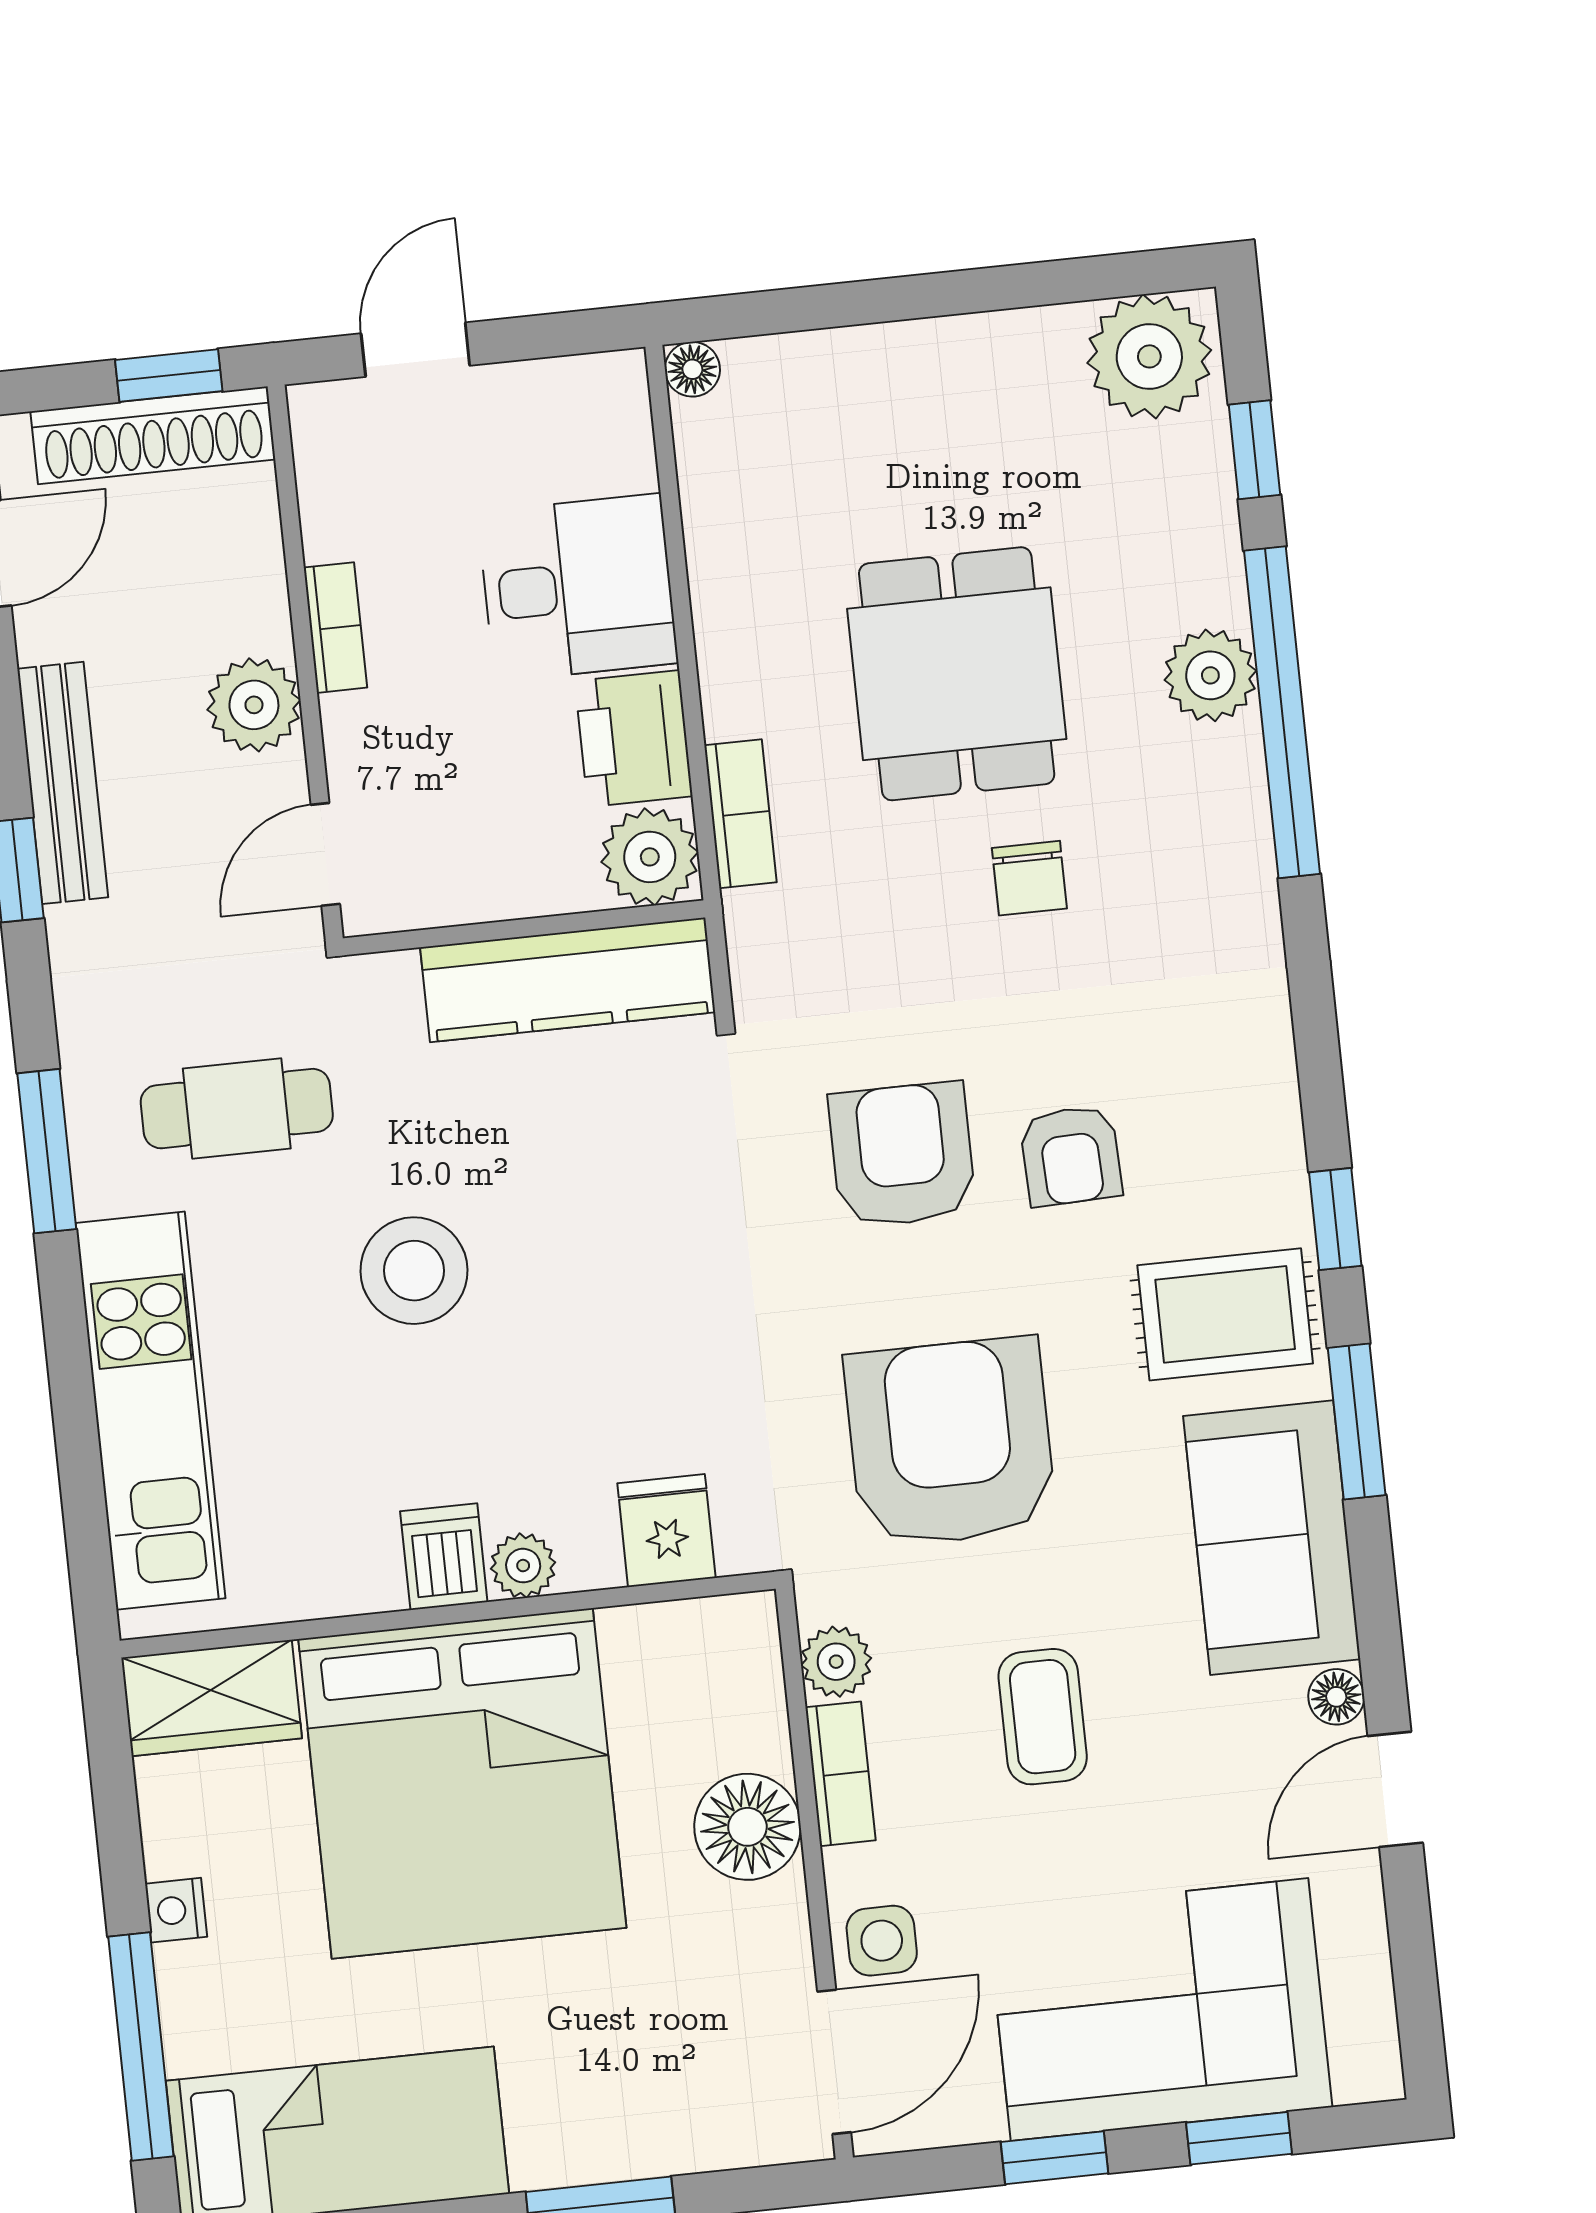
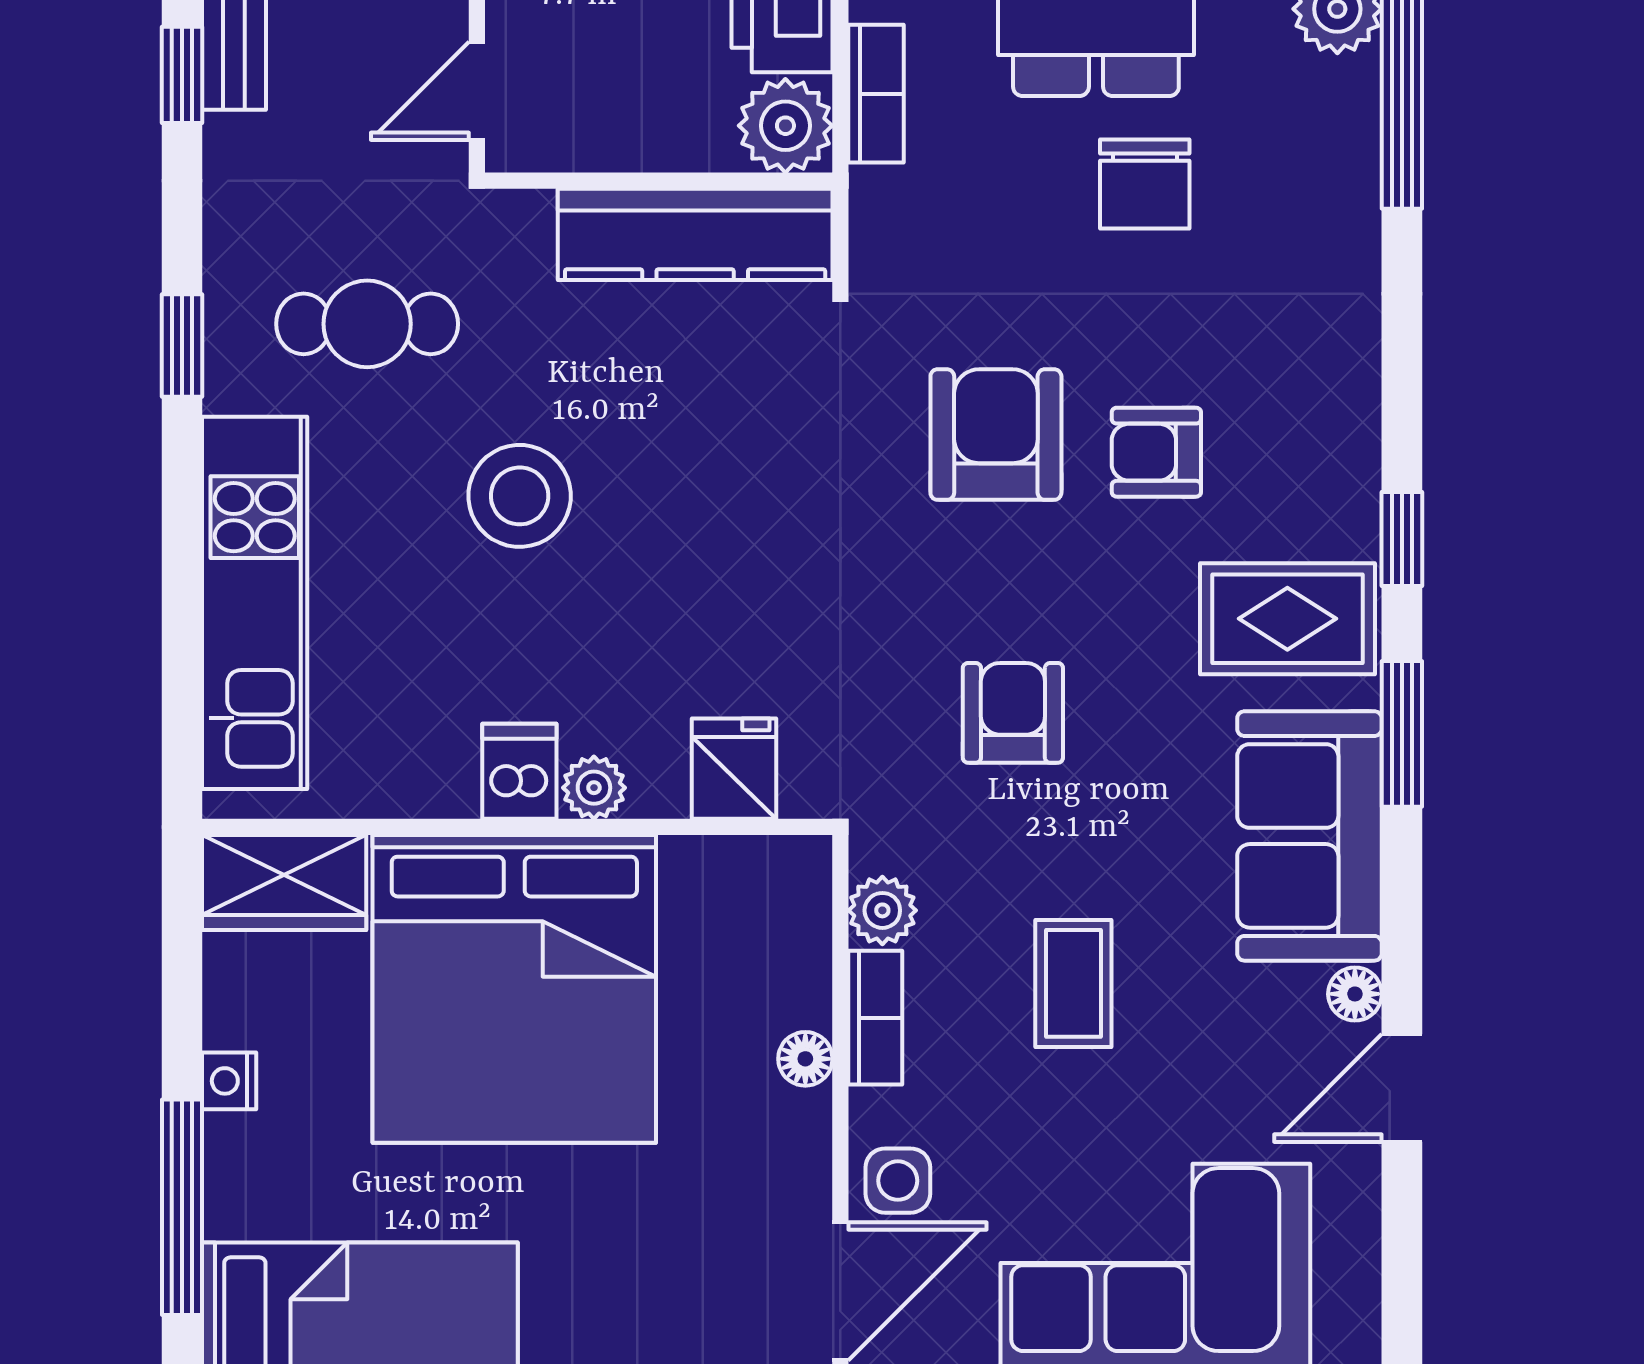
chair: (1029, 878) -> (1145, 184), width x1.37, depth x1.37
window: (47, 1151) -> (182, 345), width x0.67
armchair: (1071, 1156) -> (1156, 452), turned 92
armchair: (950, 1442) -> (1013, 713), width x0.53, depth x0.53
floor lamp: (747, 1827) -> (805, 1059), width x0.53, depth x0.53

